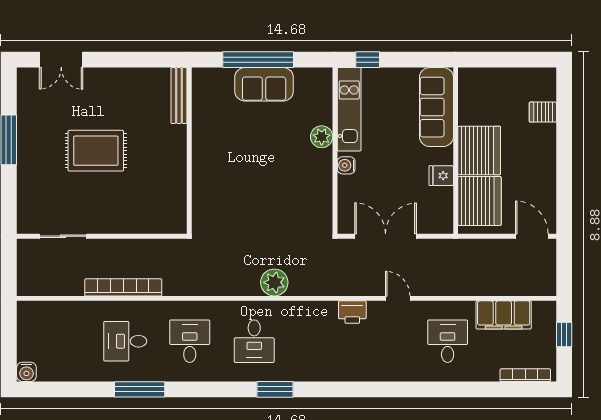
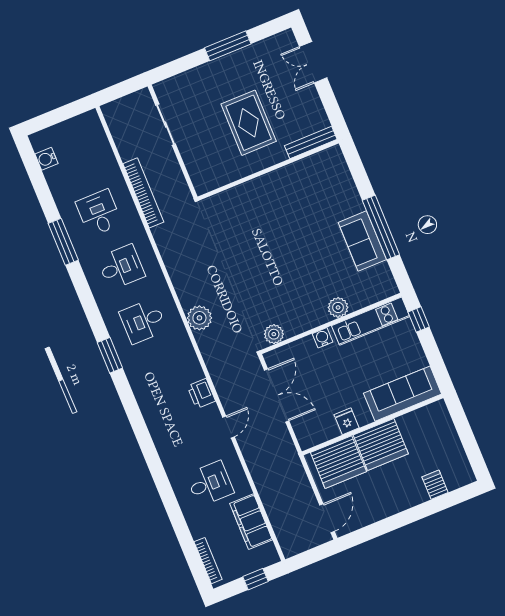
bench: (179, 96) -> (311, 142), moved
wall: (189, 151) -> (268, 170), moved
plant: (322, 213) -> (274, 334), added
water cooler: (26, 372) -> (47, 159), moved

